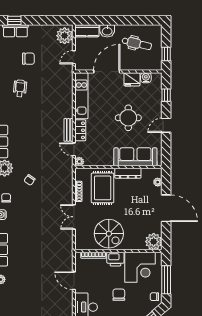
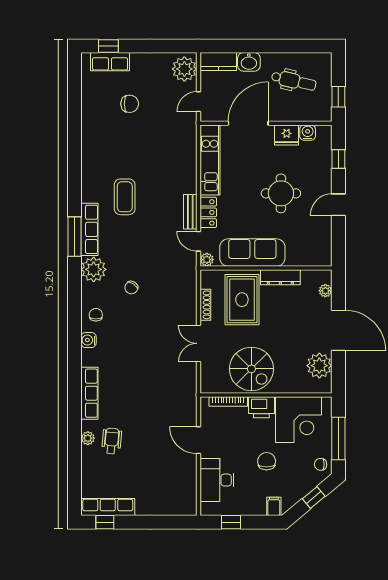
wheelchair: (20, 88) -> (112, 441), moved
coffee table: (25, 120) -> (125, 197), added
sofa: (135, 157) -> (252, 253), moved
plant: (154, 242) -> (319, 366), moved

